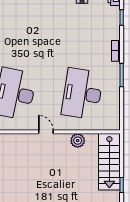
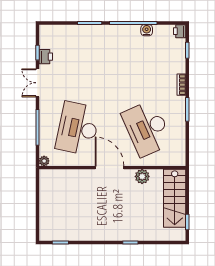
desk: (82, 94) -> (147, 128), turned -33
door: (46, 132) -> (109, 168), width x1.88

